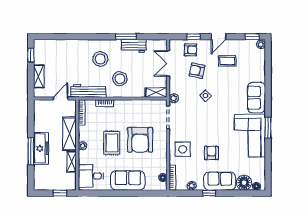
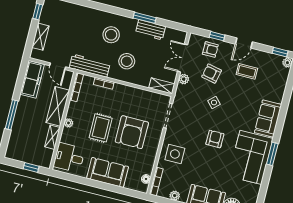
door: (60, 98) -> (58, 66), swing flipped
plant: (174, 98) -> (184, 79), moved
freezer: (41, 148) -> (32, 79), moved
armchair: (211, 153) -> (215, 139), moved

